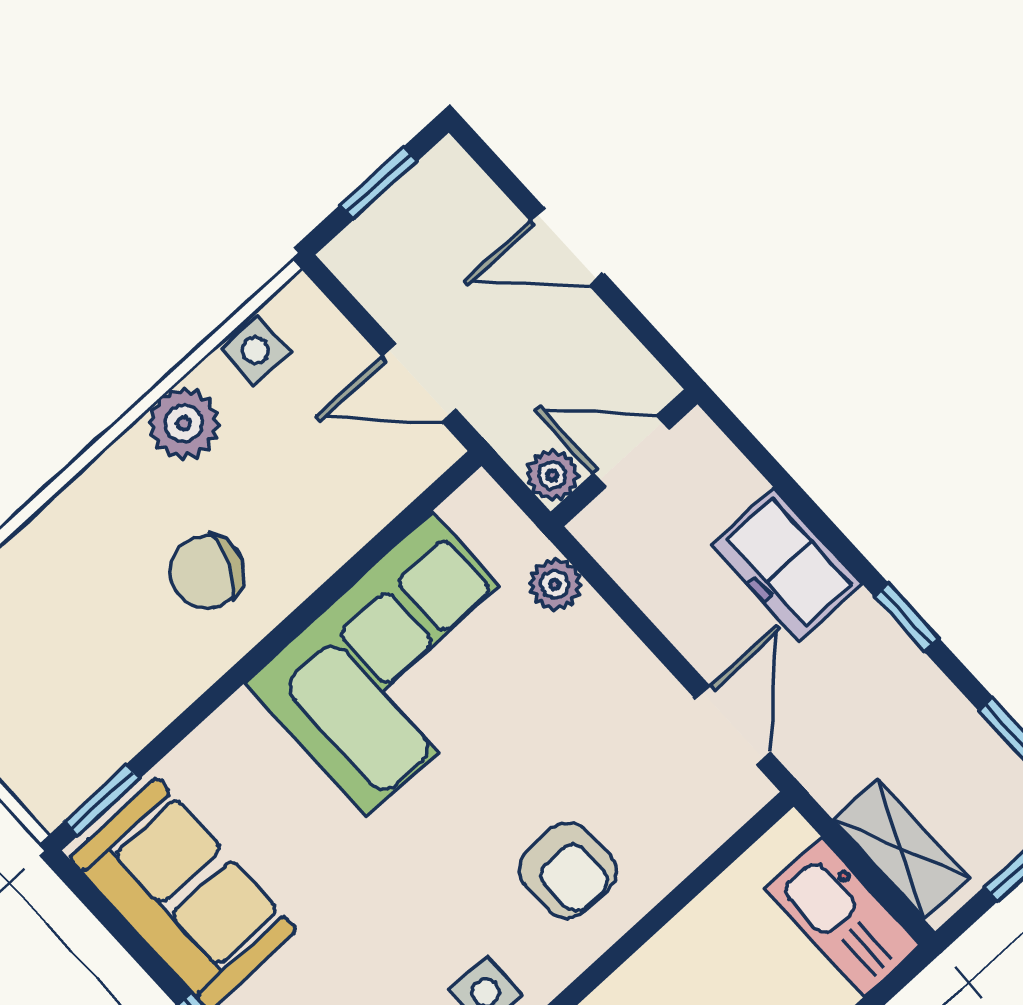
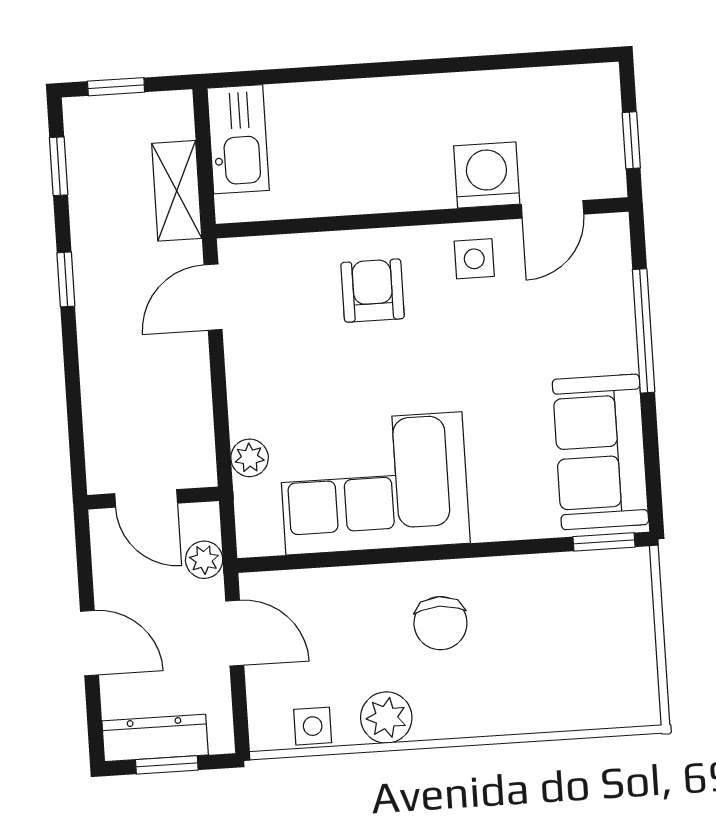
dresser: (415, 202) -> (155, 738), added
plant: (552, 475) -> (204, 560), moved
freezer: (787, 564) -> (109, 364), removed
chair: (207, 572) -> (440, 623), turned 67
shelving: (901, 849) -> (177, 191), moved

